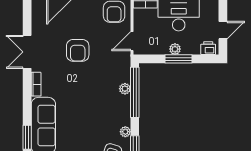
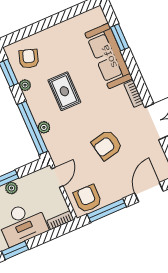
armchair: (78, 50) -> (107, 145), turned -102
rug: (94, 112) -> (64, 91), added

